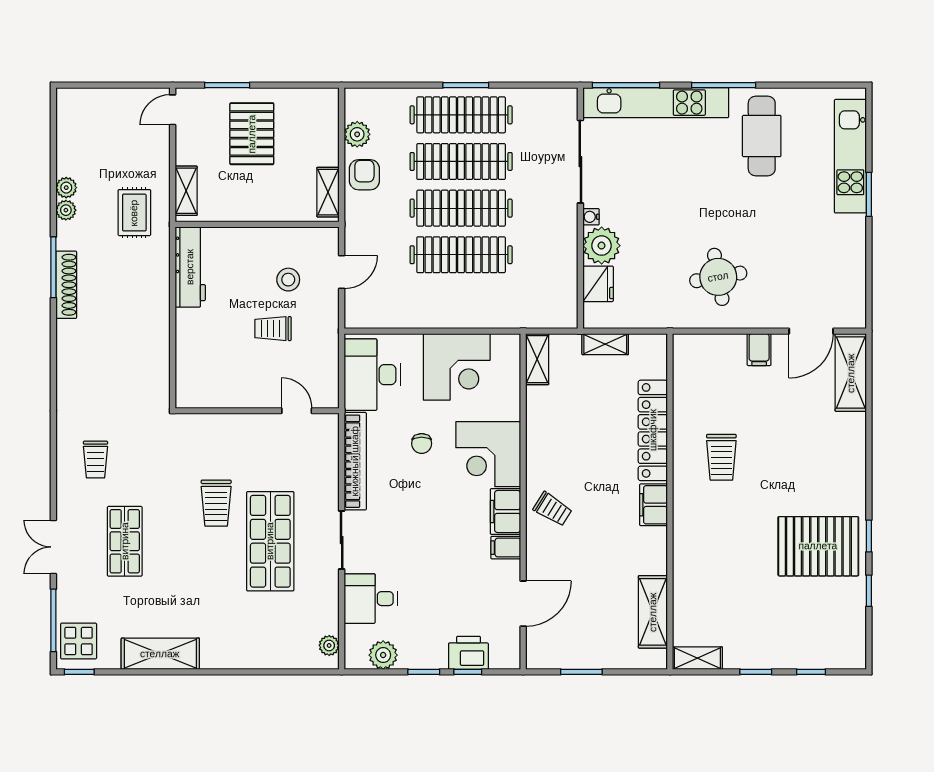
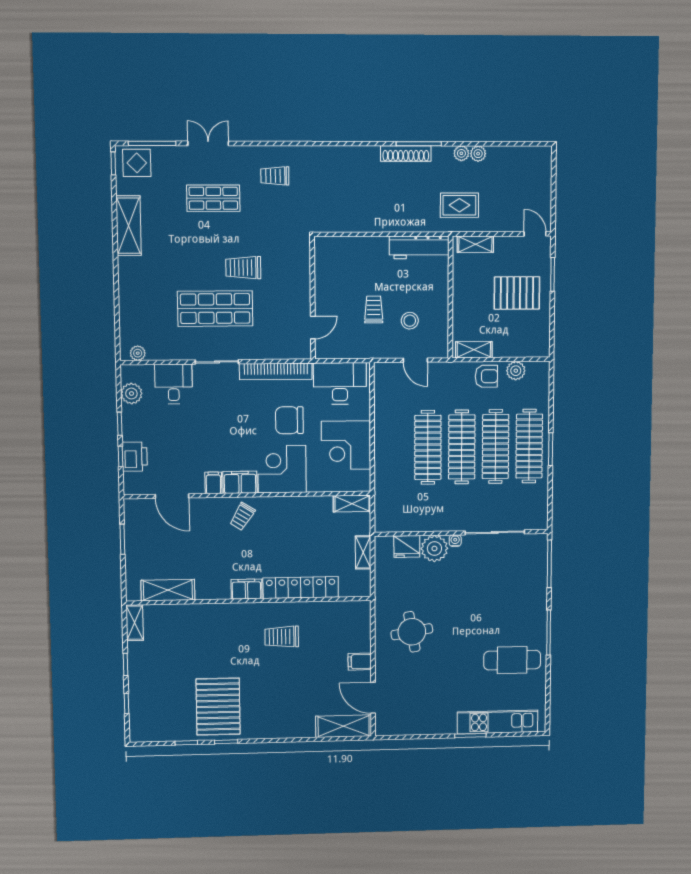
kitchen unit: (656, 103) -> (537, 585), removed
chair: (422, 444) -> (289, 420), width x1.87, depth x1.87

